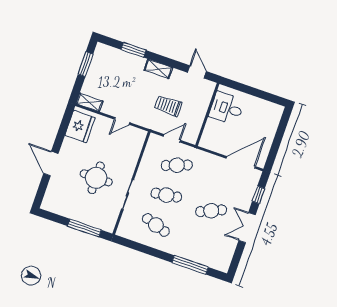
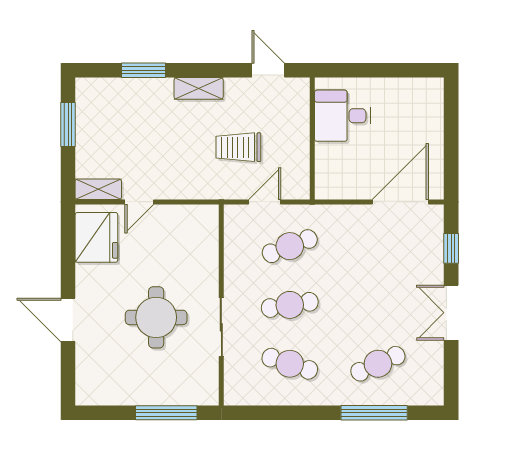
door: (122, 121) -> (139, 202), moved
cafe table: (211, 211) -> (378, 364), moved

